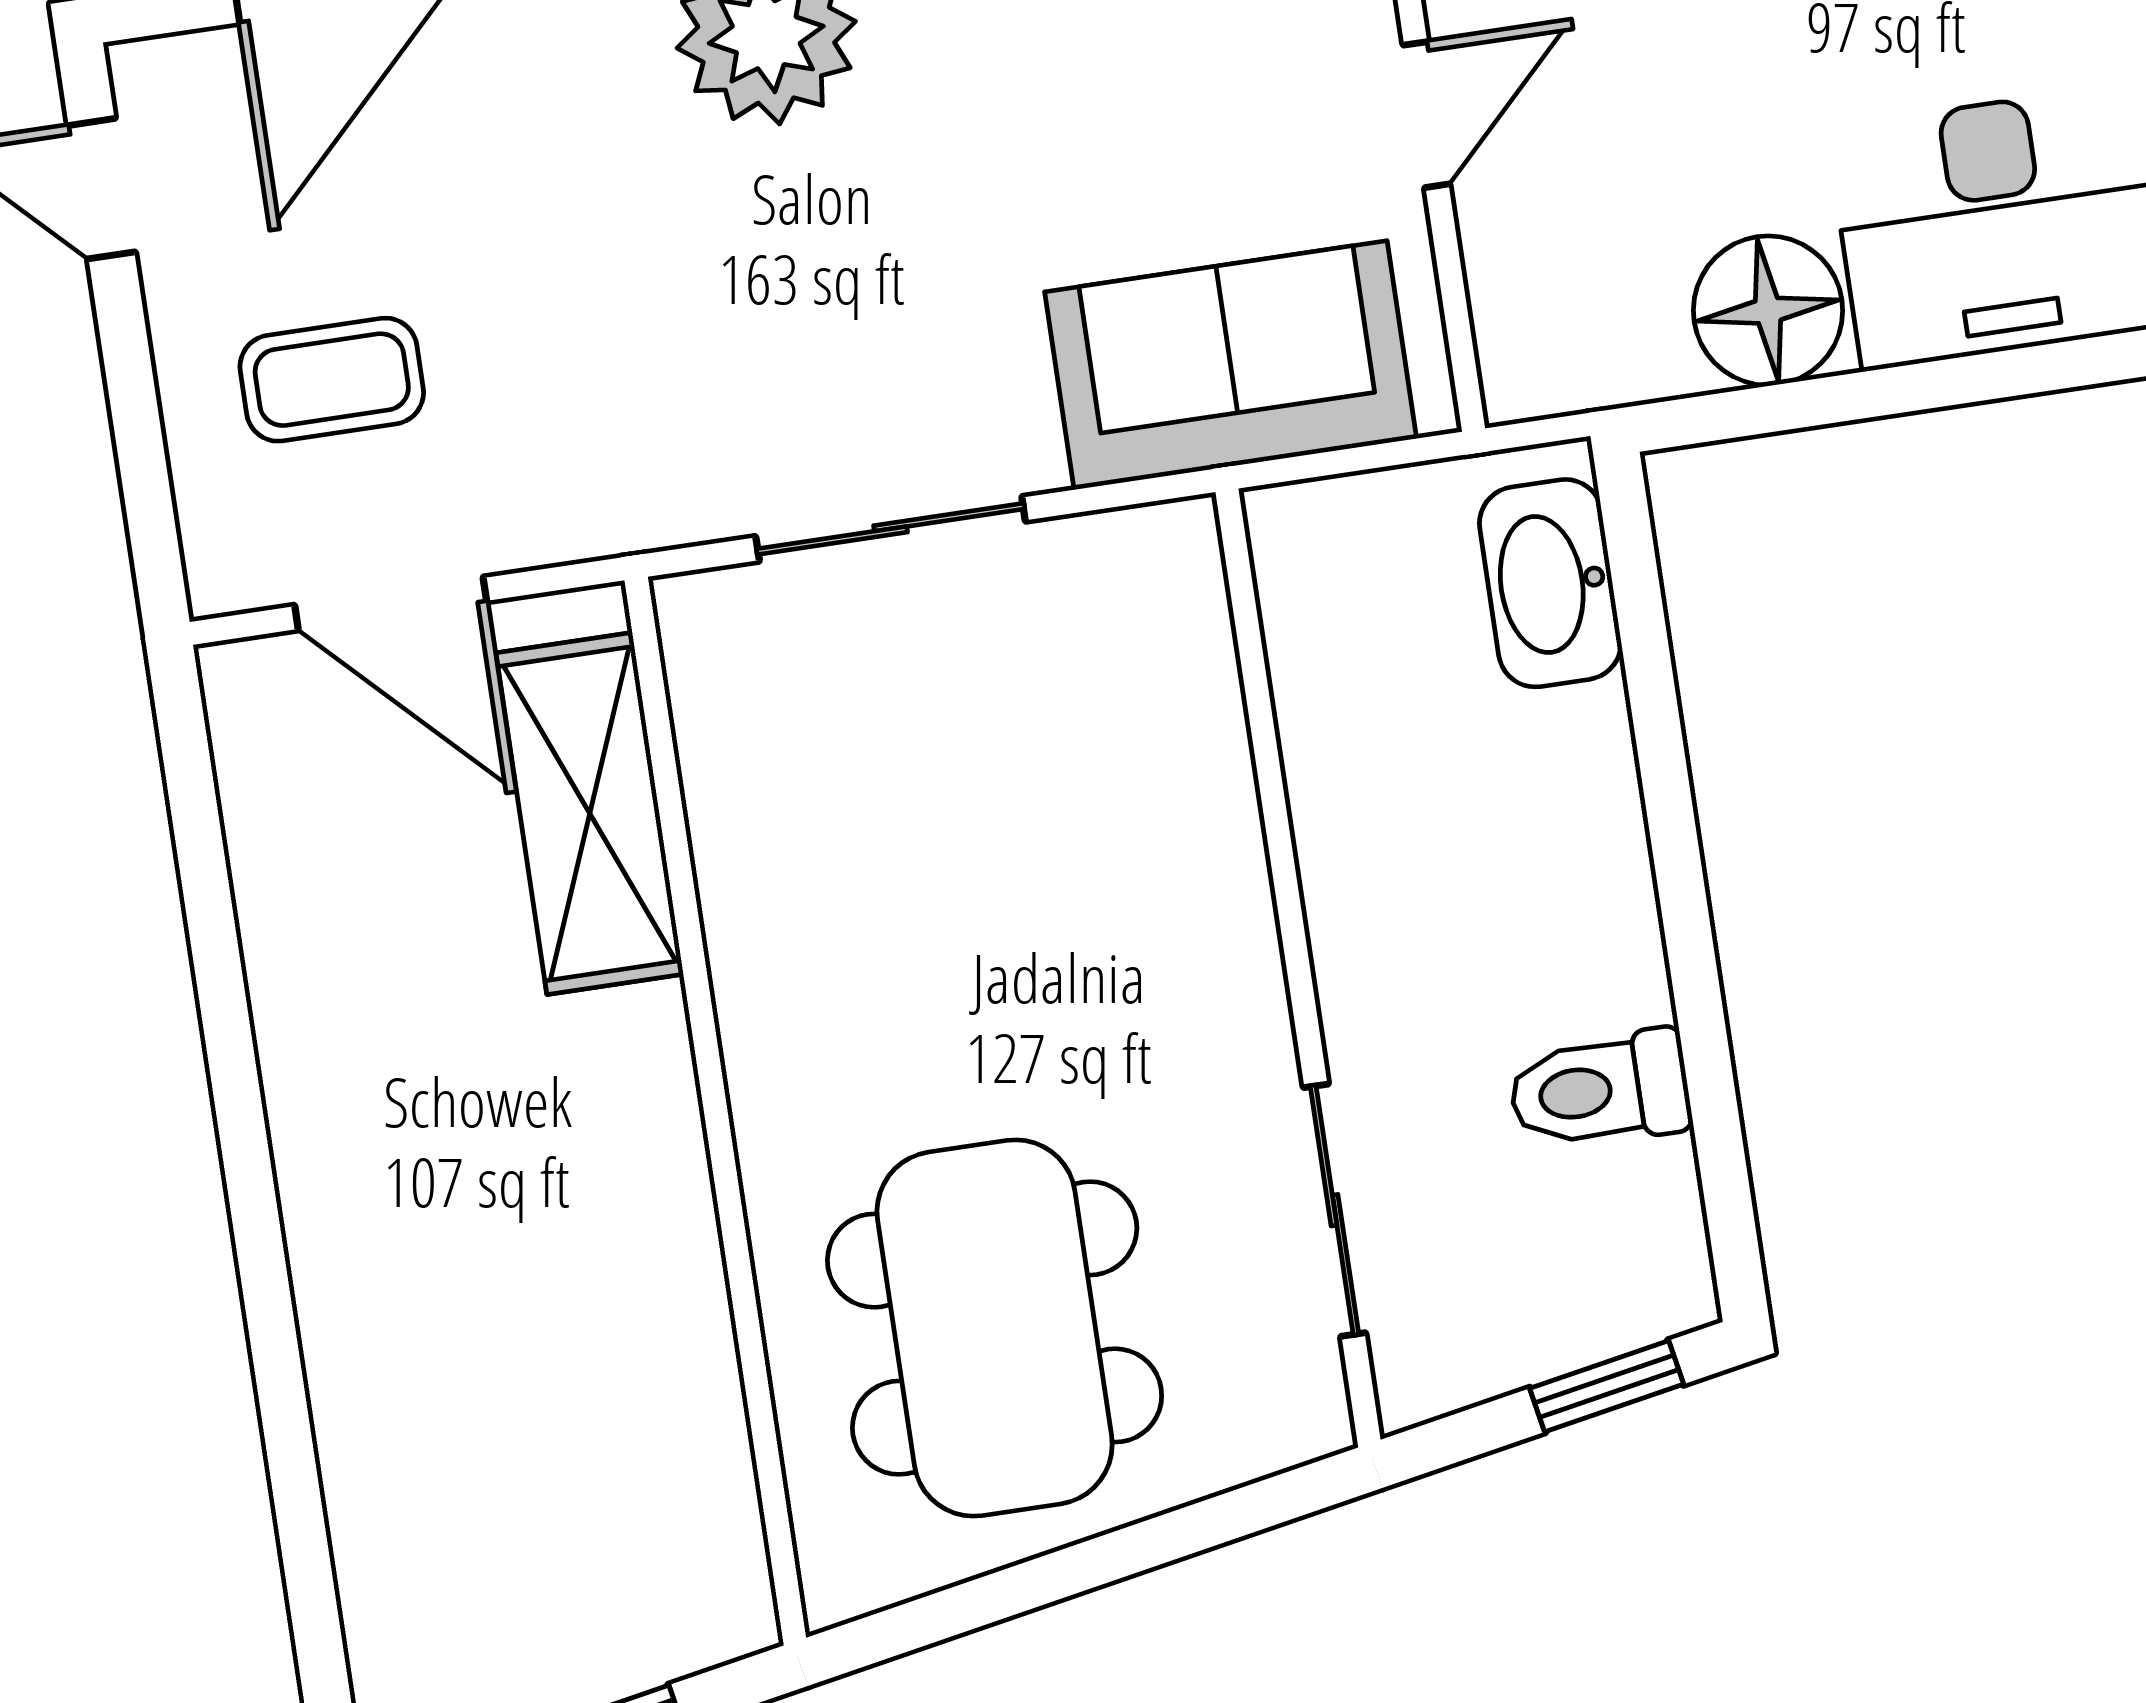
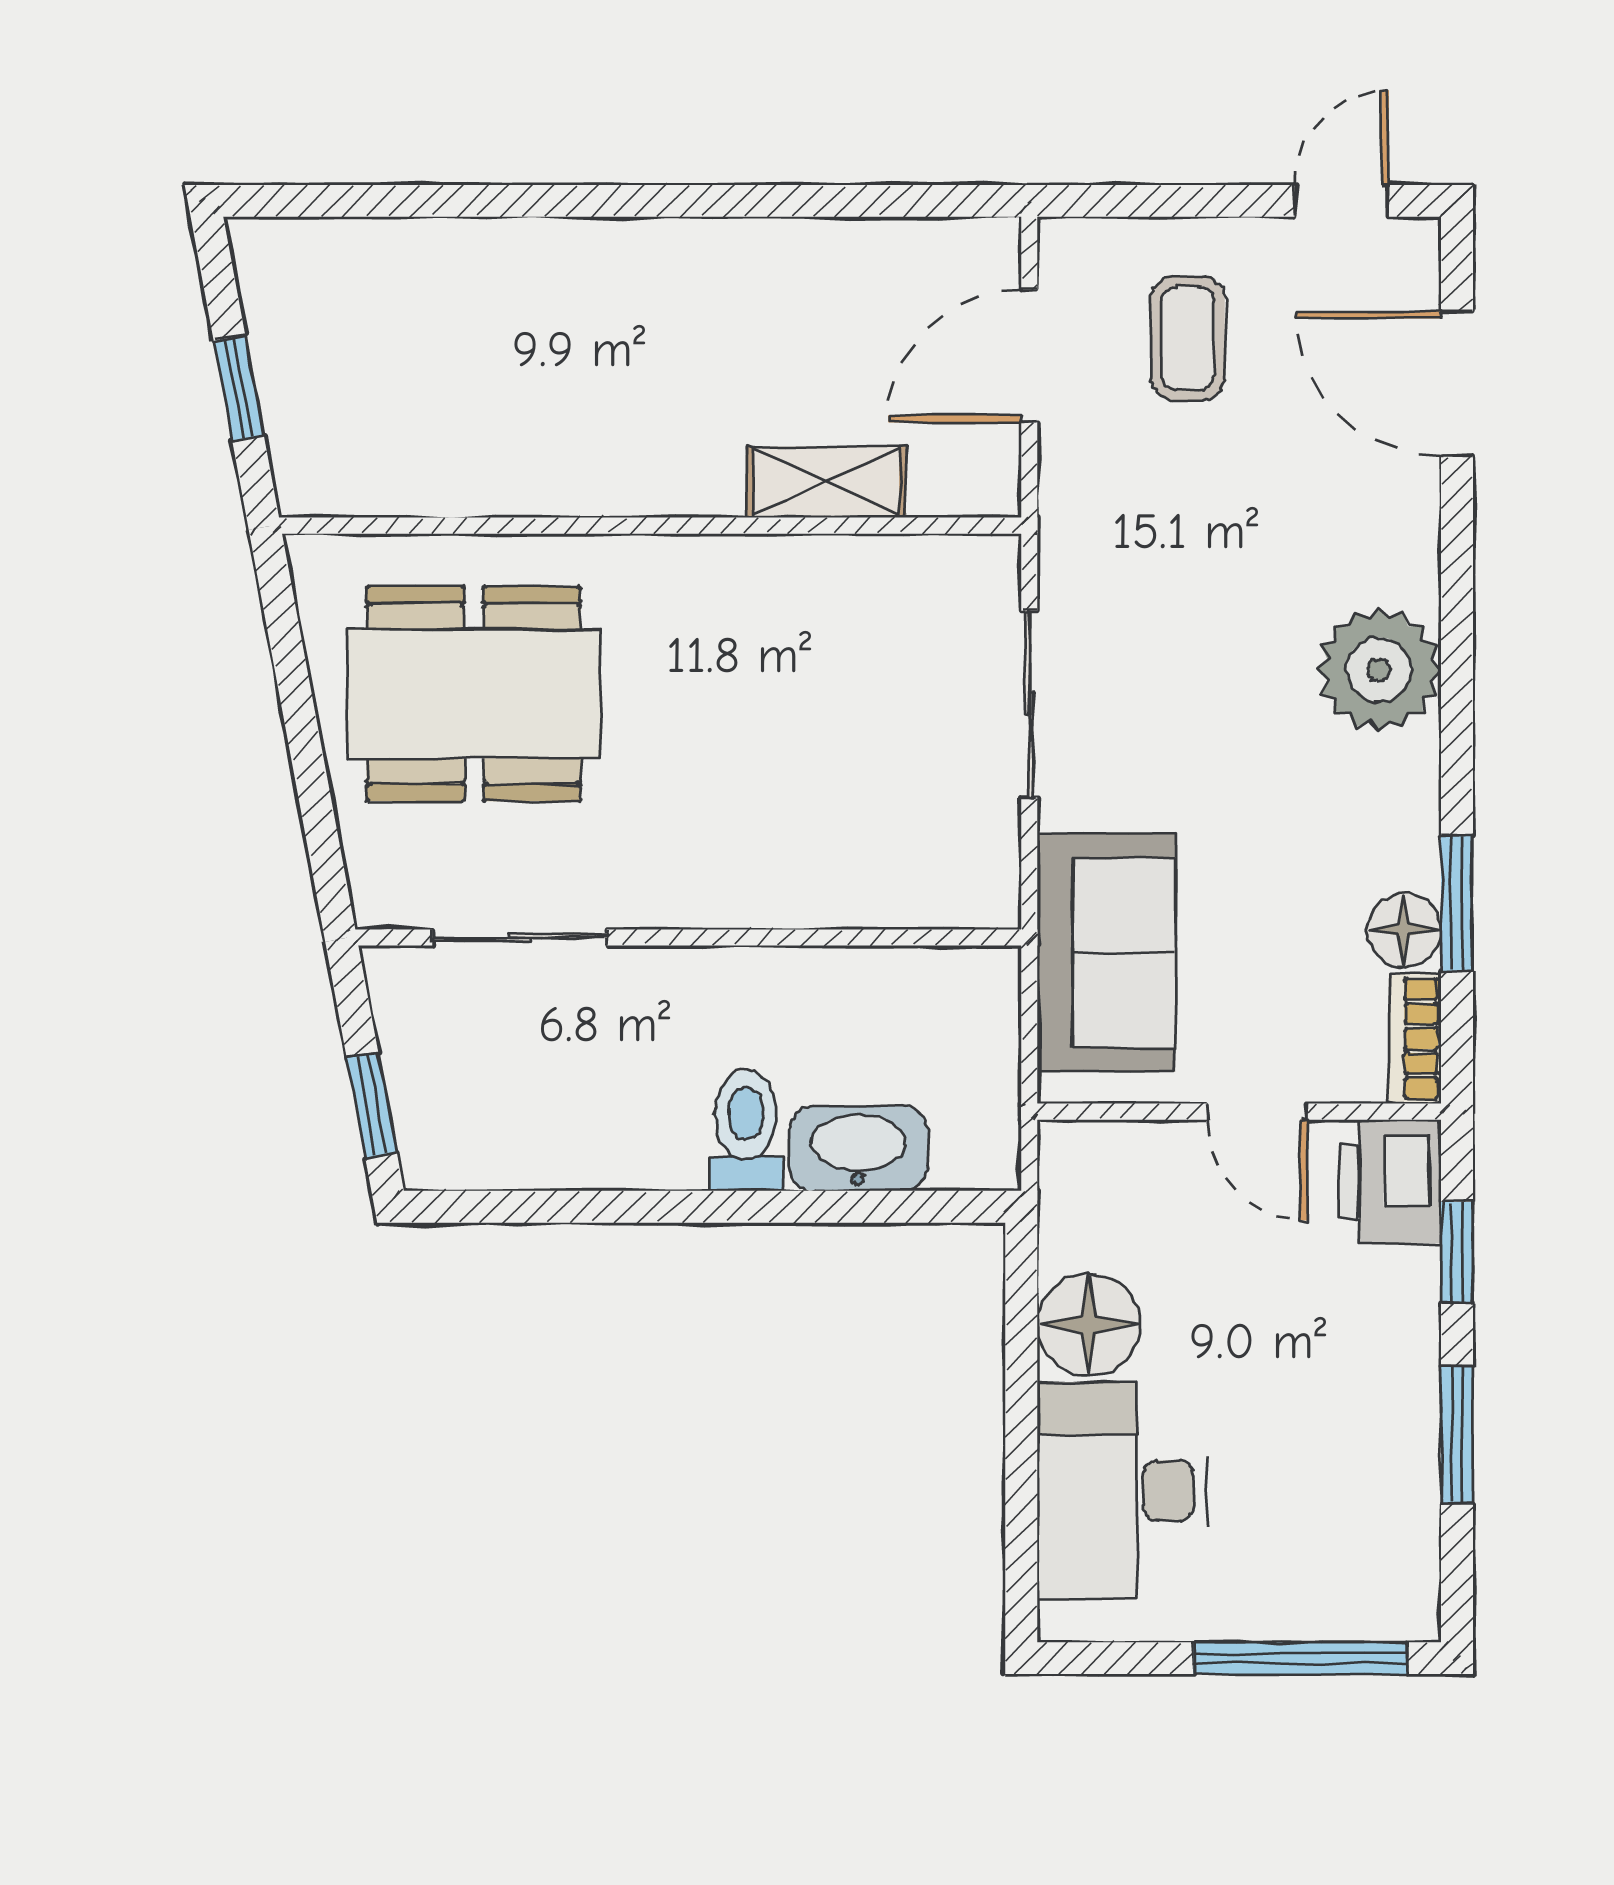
washbasin: (1550, 583) -> (858, 1148), moved
shelving: (590, 813) -> (826, 482), width x0.67, depth x0.75
toilet: (1600, 1090) -> (746, 1130), moved

